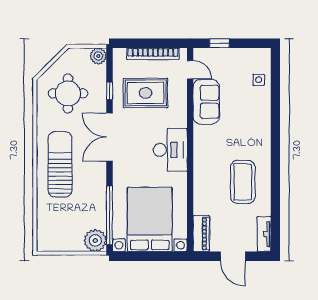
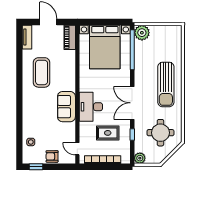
window: (219, 43) -> (36, 167), moved
armchair: (227, 58) -> (52, 156), added
rug: (146, 93) -> (108, 133), width x0.73, depth x0.70
sofa: (206, 102) -> (66, 107), moved
double door: (110, 137) -> (132, 103), swing flipped
desk: (170, 150) -> (91, 107), moved

